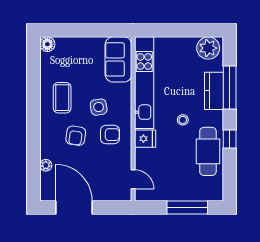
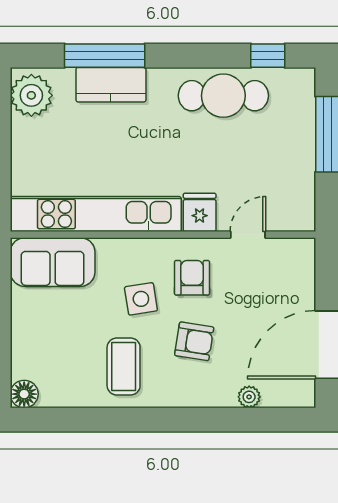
coffee table: (62, 98) -> (124, 367), turned 90
stool: (183, 120) -> (165, 142), removed
window: (230, 139) -> (268, 56), moved
door: (133, 179) -> (248, 235), moved

